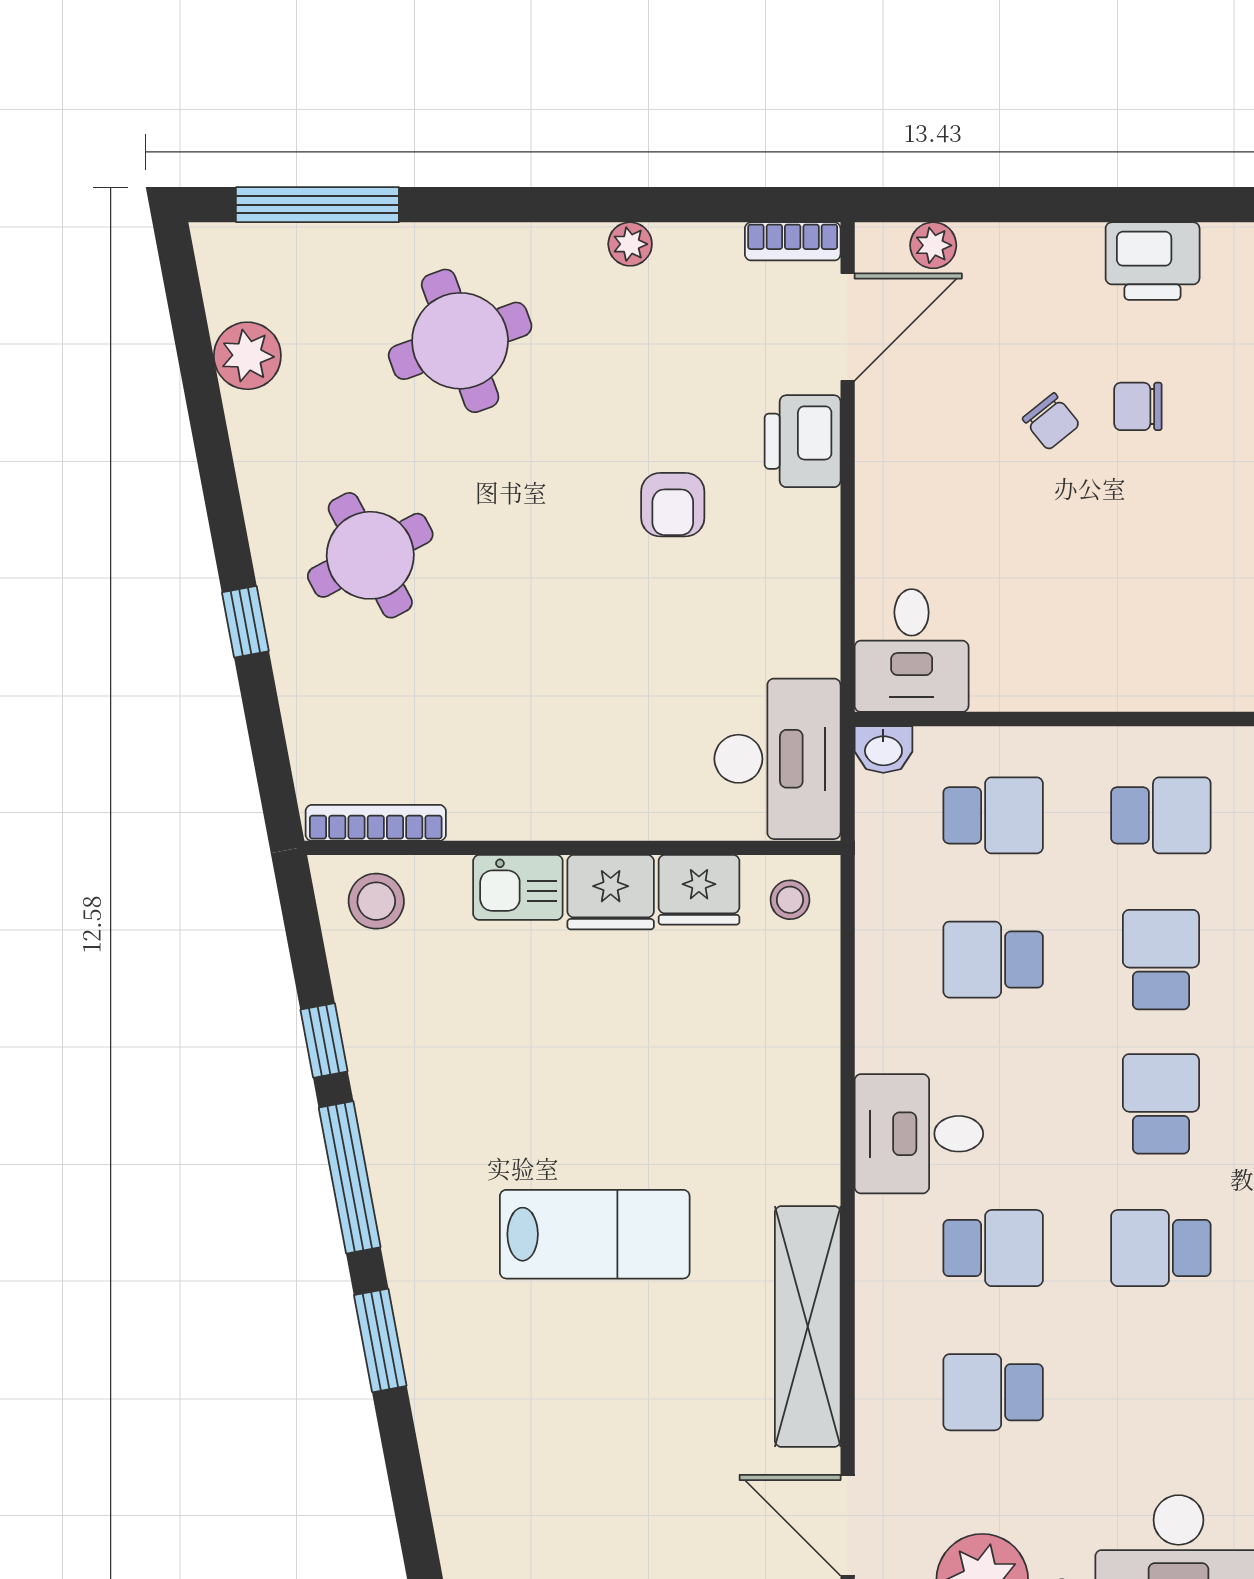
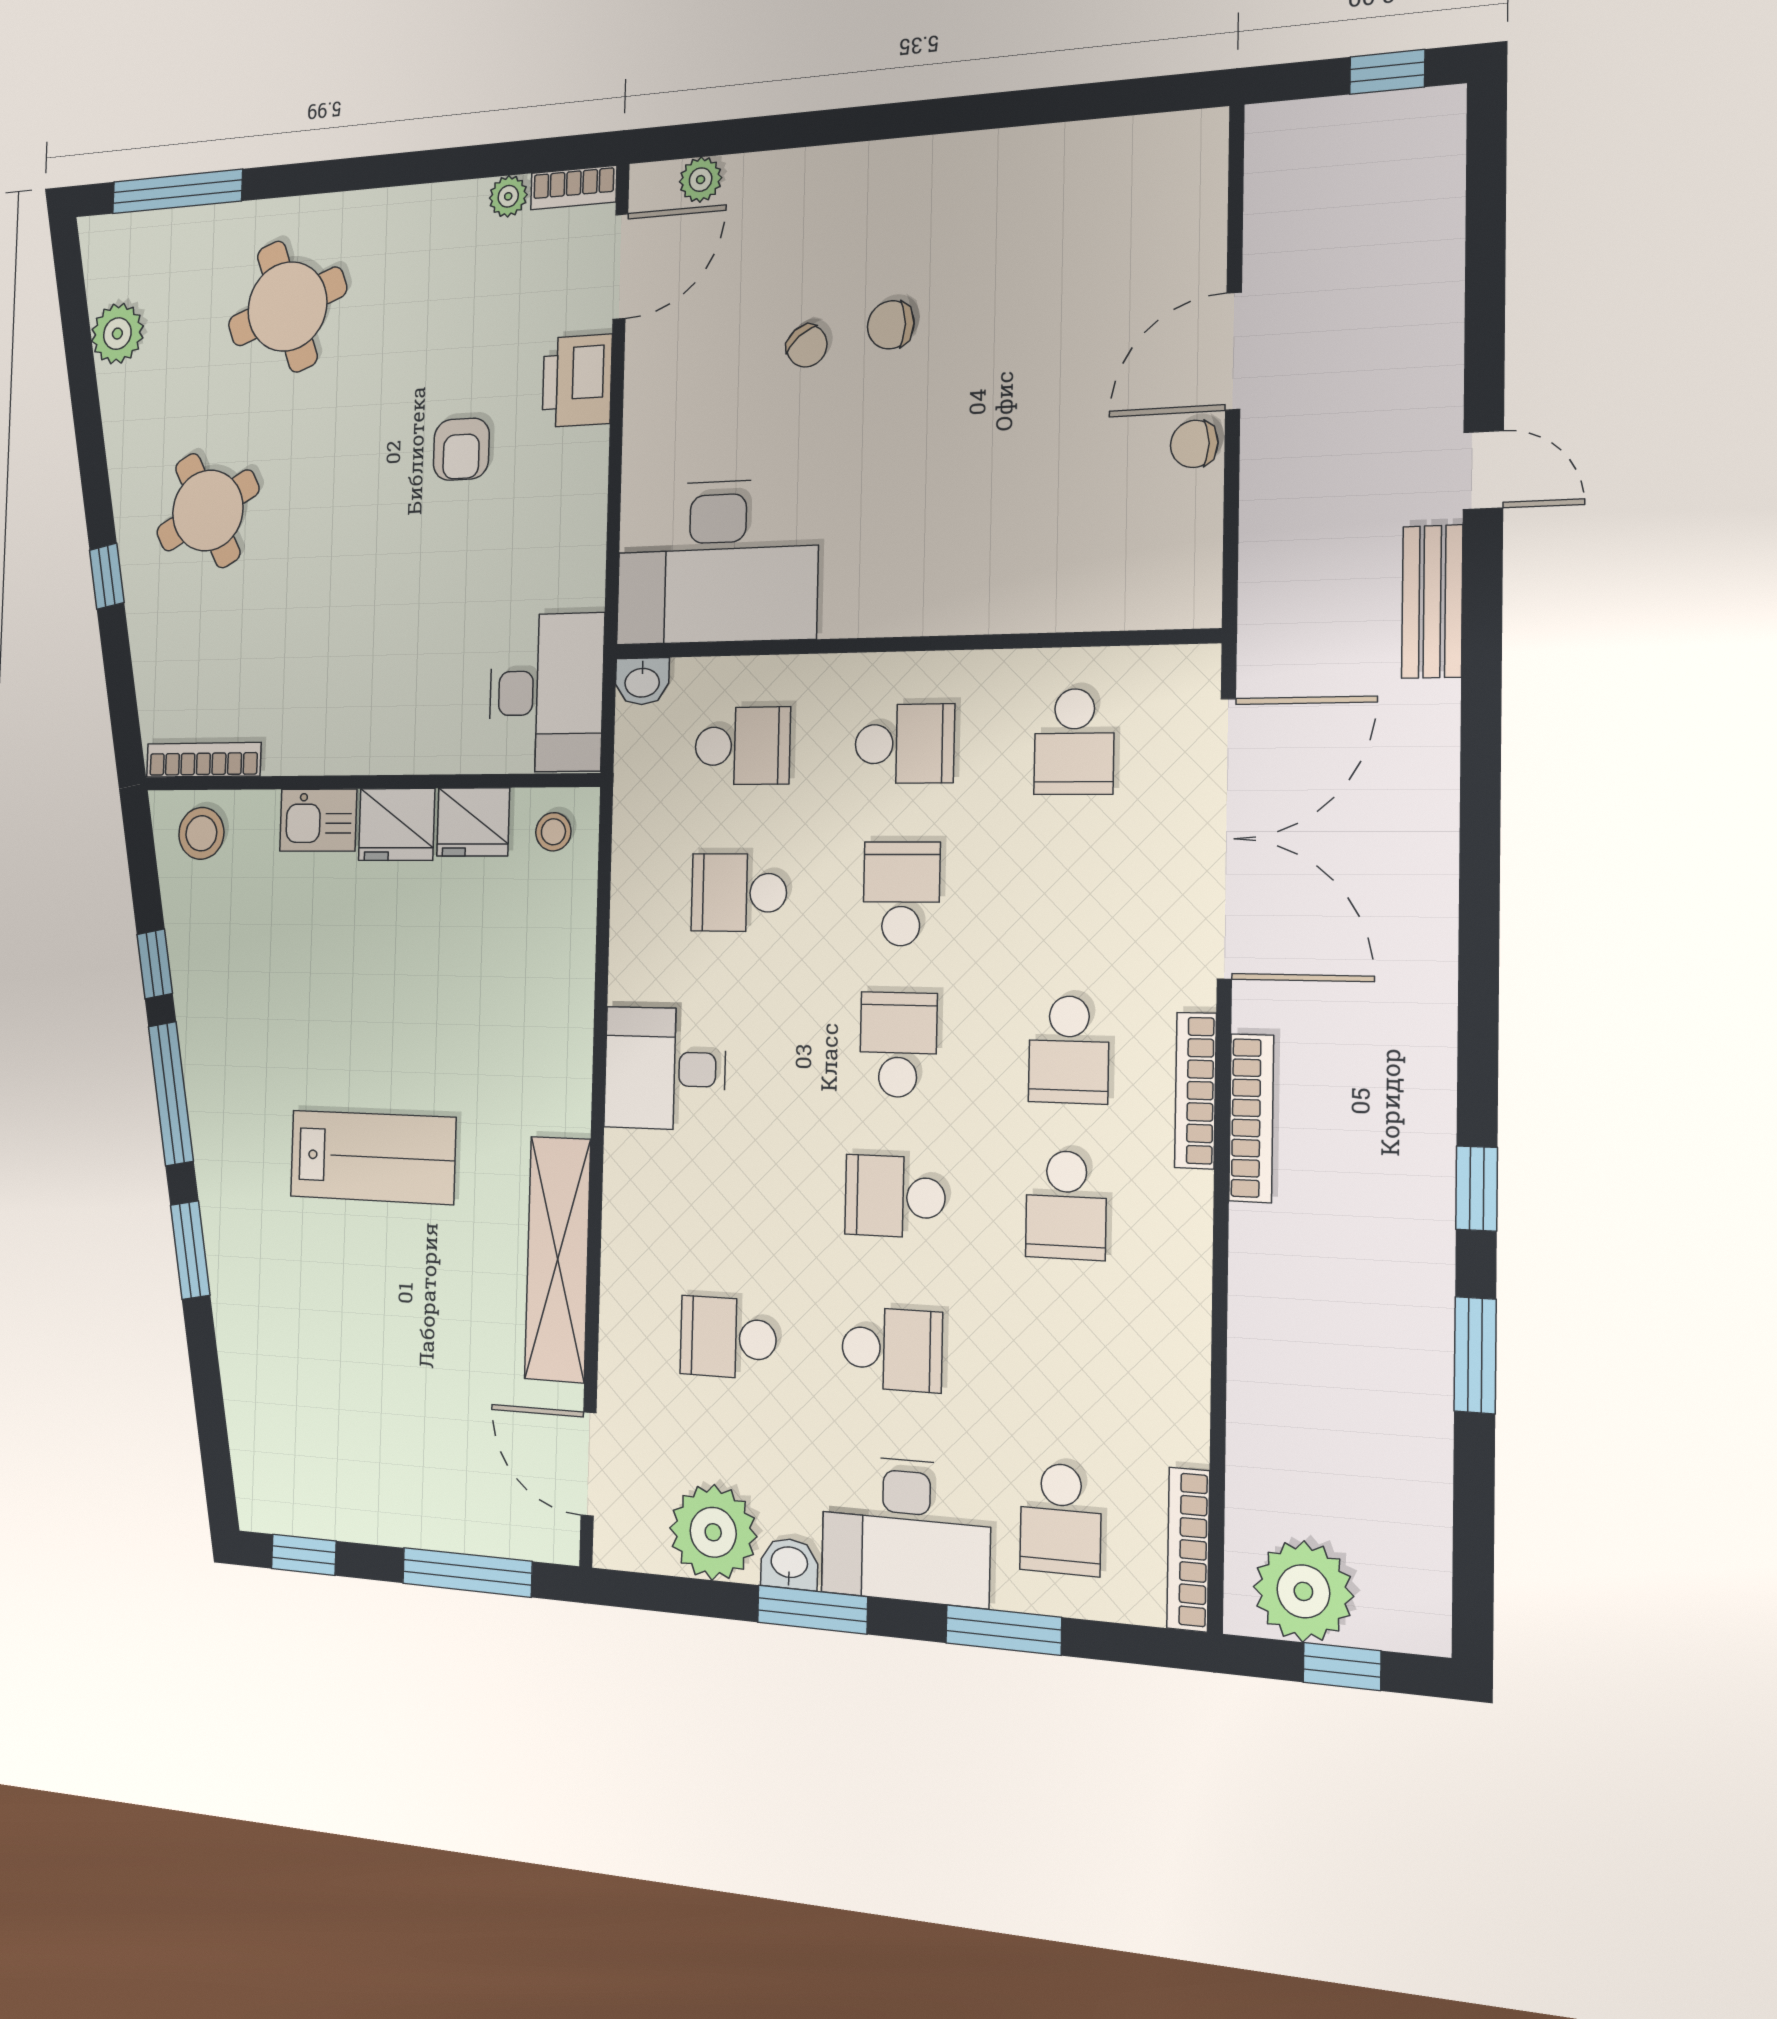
plant: (630, 244) -> (508, 196), moved
printer: (1153, 261) -> (908, 176), removed
desk: (912, 650) -> (717, 562), width x1.87, depth x1.30
school desk: (993, 1248) -> (892, 1349), moved

